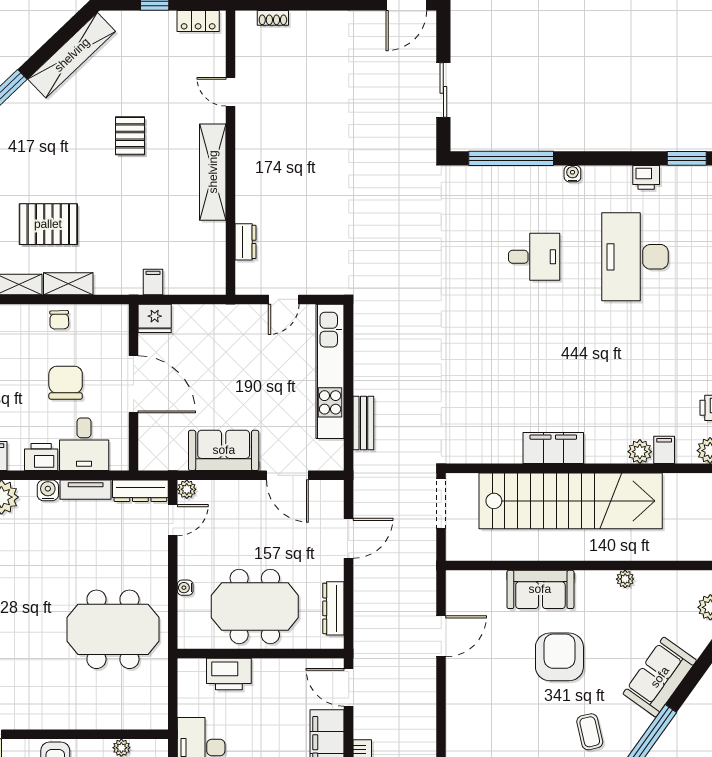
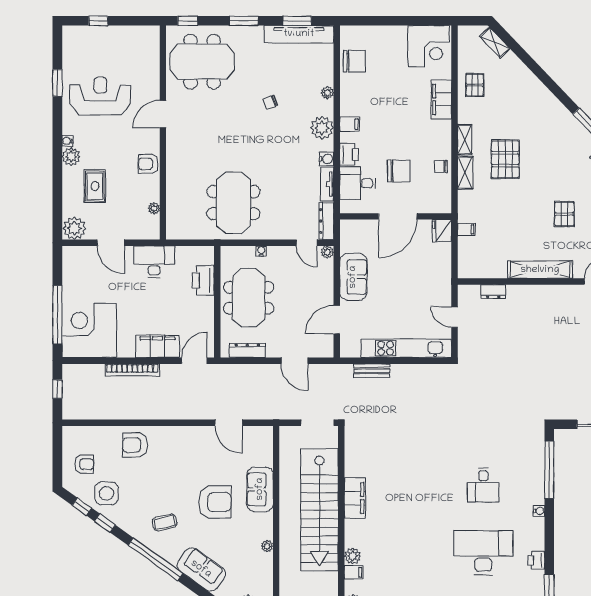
pallet: (130, 136) -> (564, 214), turned 90

